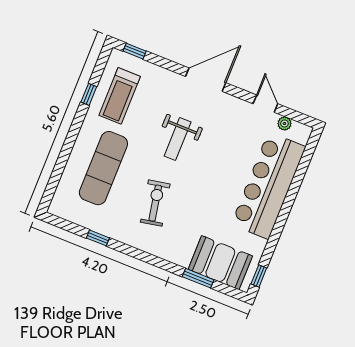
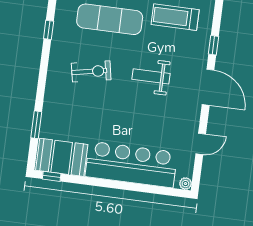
window: (135, 51) -> (213, 45), moved
plant: (284, 123) -> (185, 184), moved
booth: (220, 263) -> (62, 157), moved, turned 90

